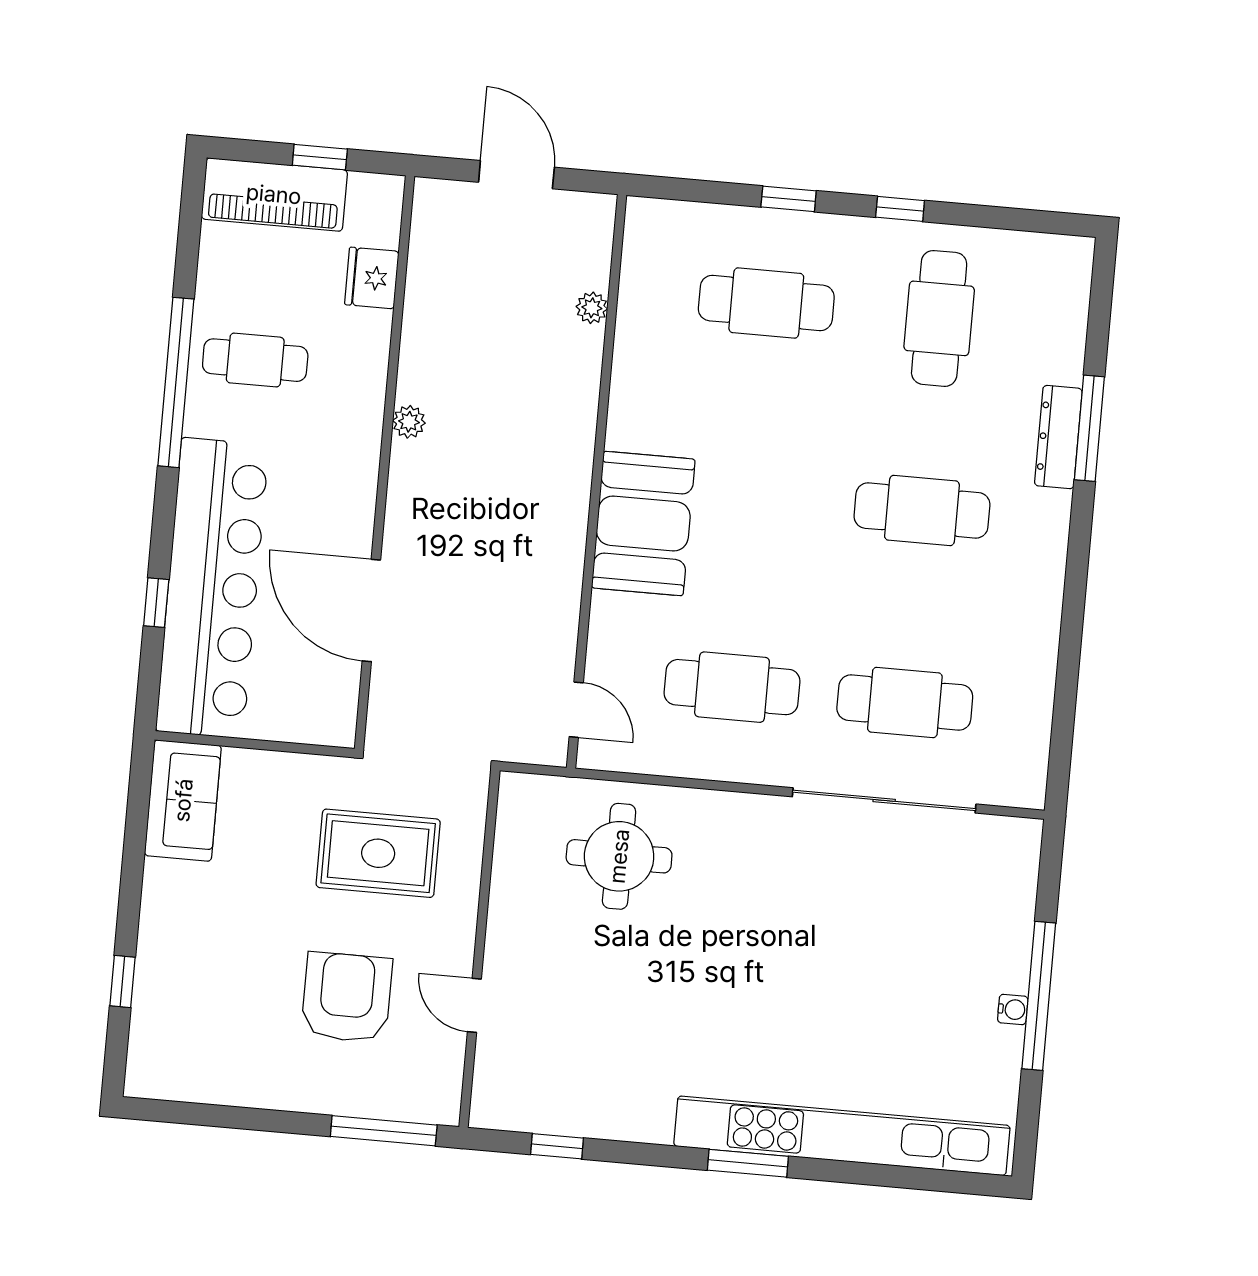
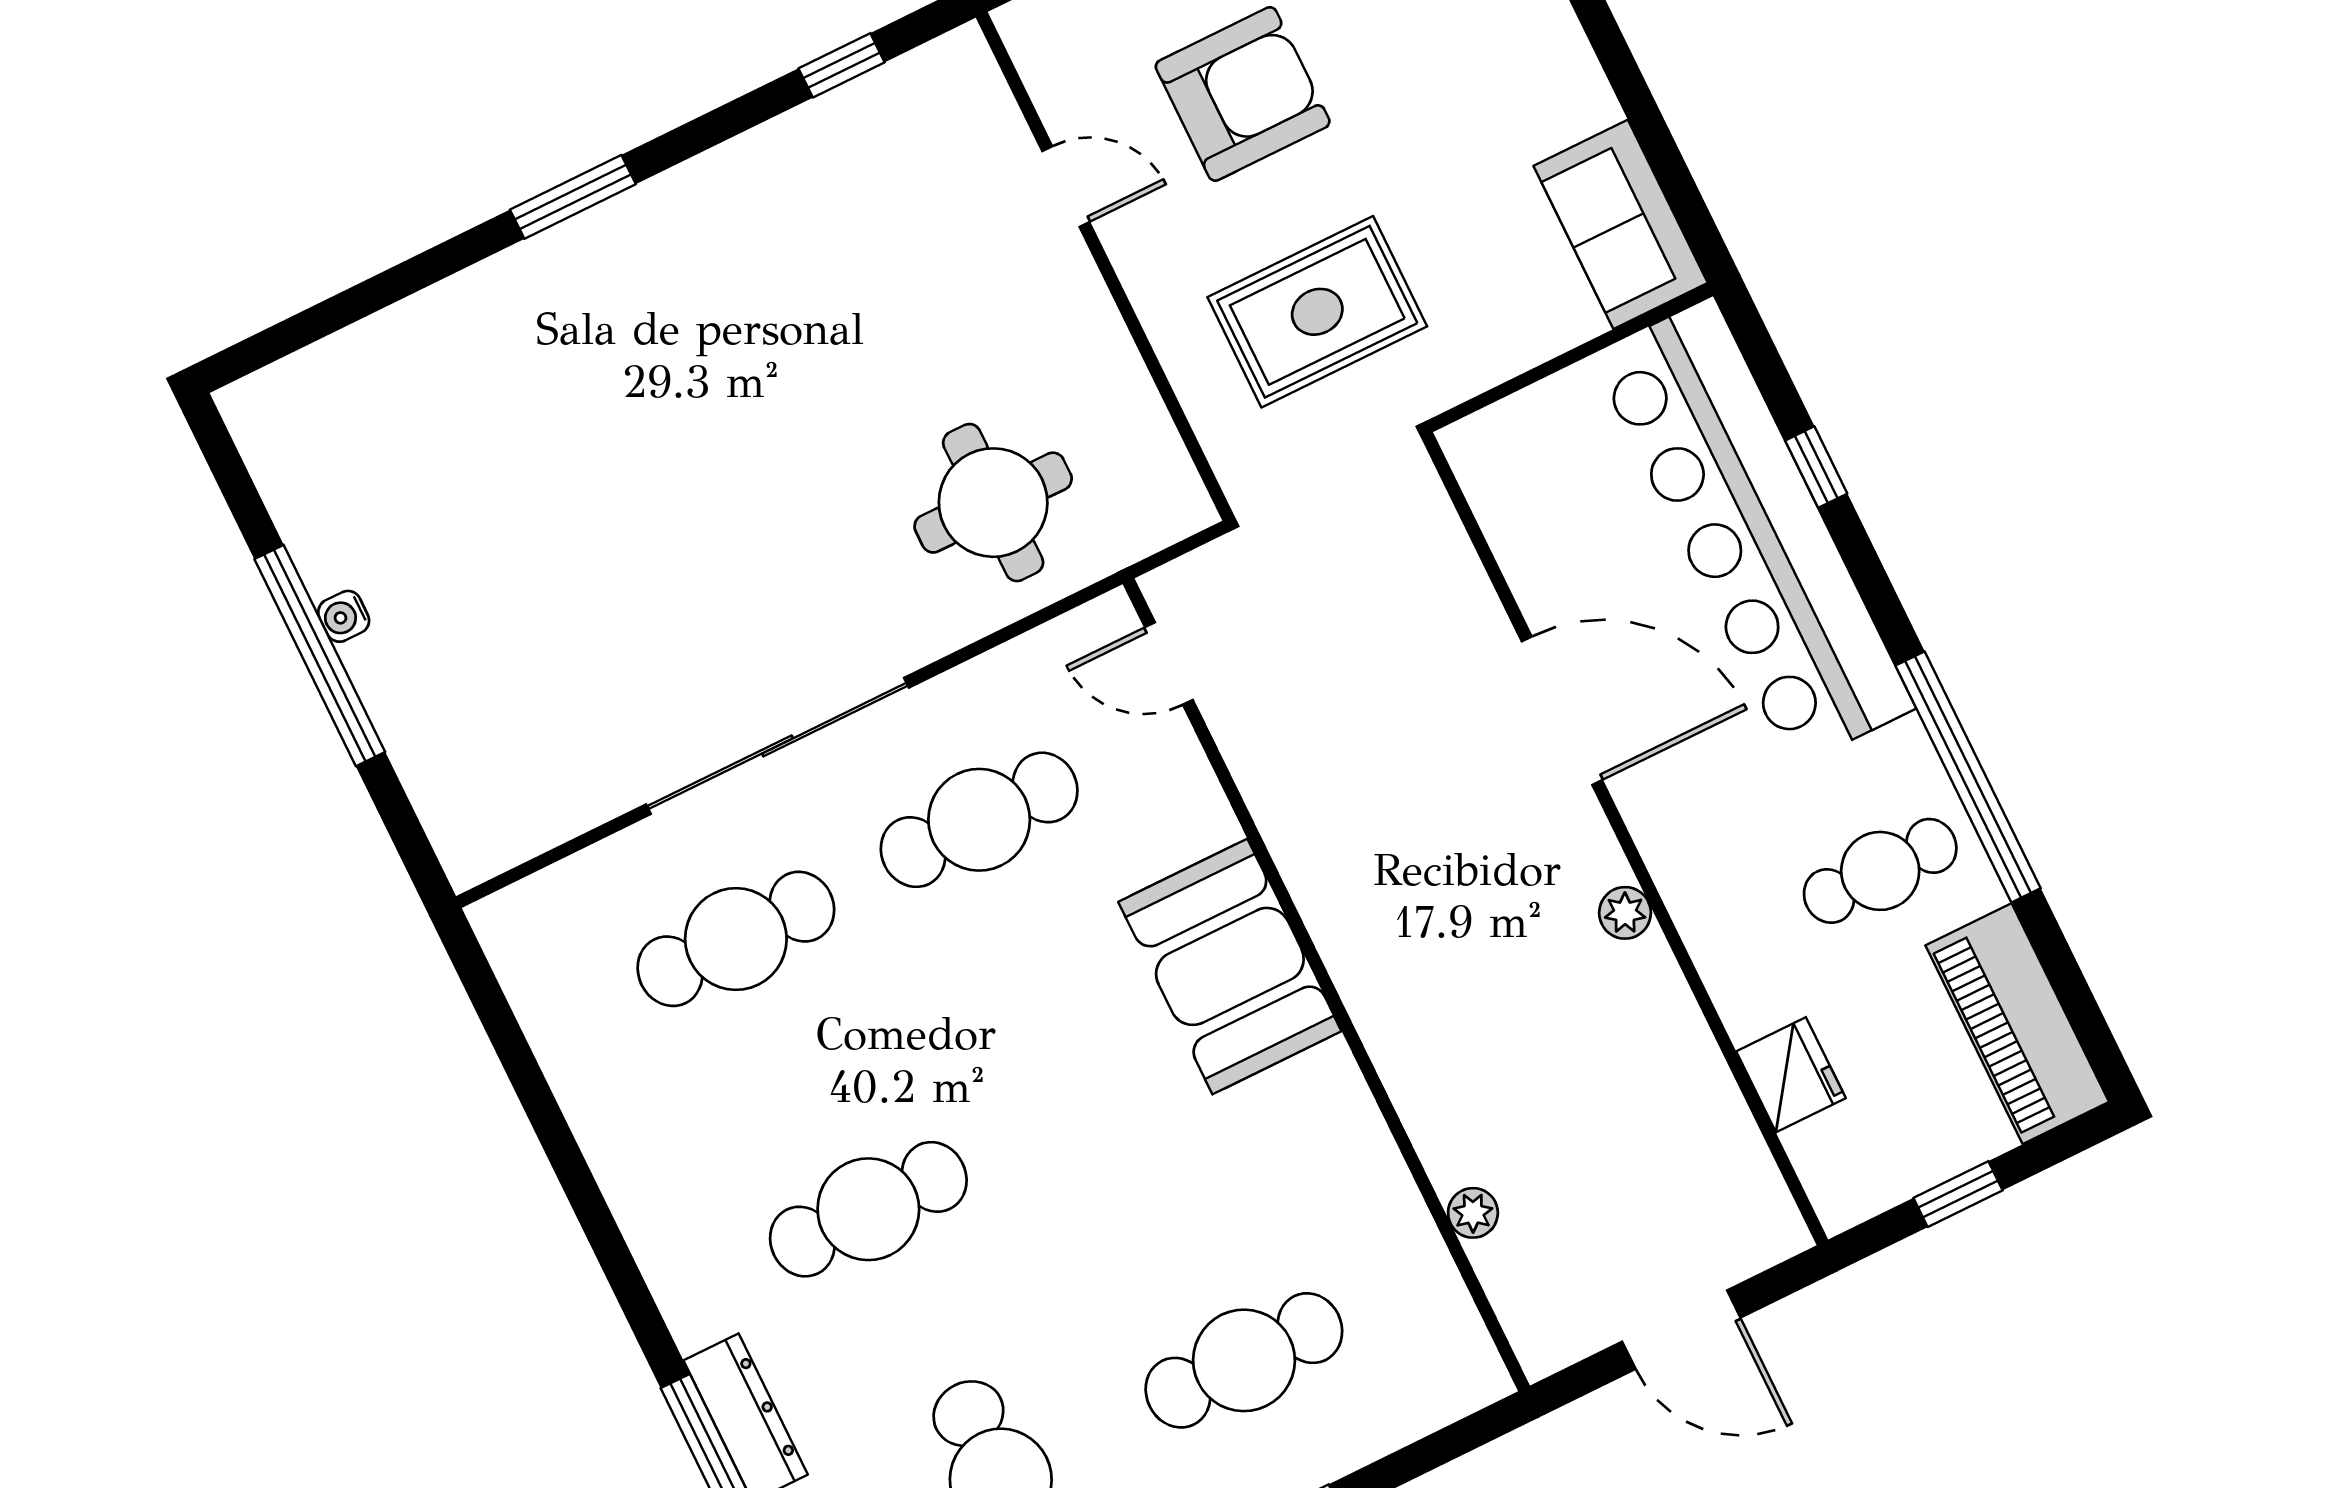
piano: (274, 194) -> (2017, 1024), moved, turned -90
door: (371, 610) -> (1562, 711), moved
sliding door: (884, 800) -> (777, 746), moved
armchair: (347, 997) -> (1243, 94), turned -90
kitchen unit: (842, 1136) -> (470, 310), removed

